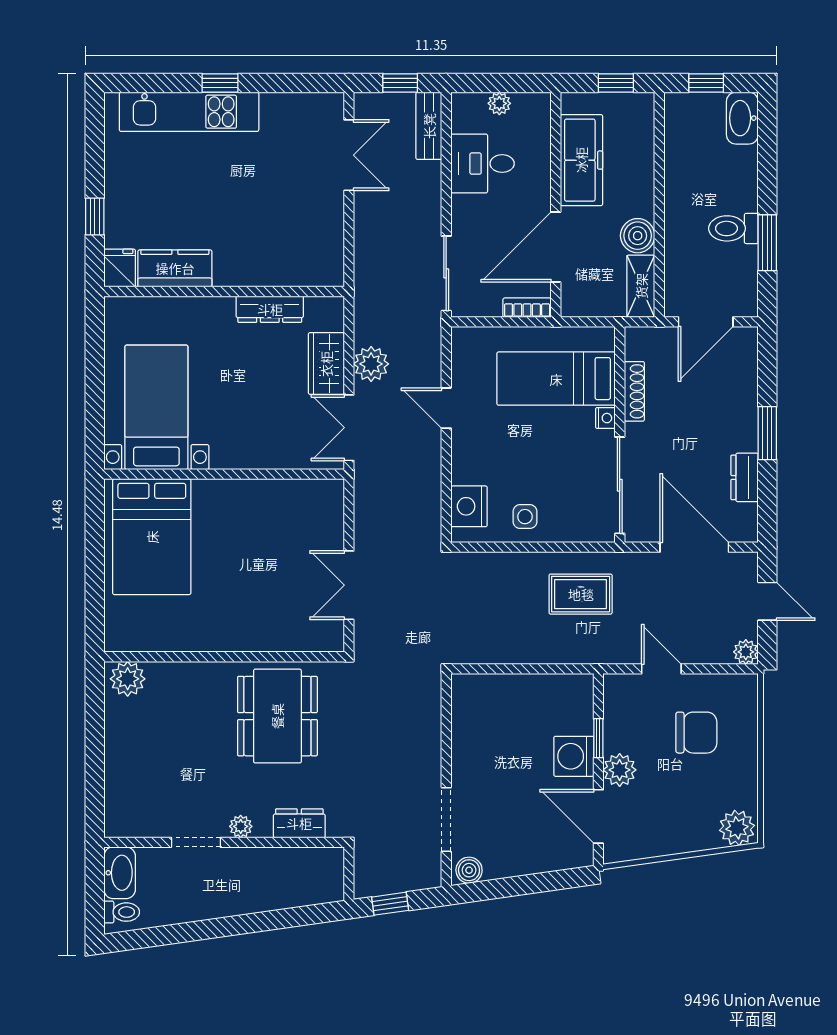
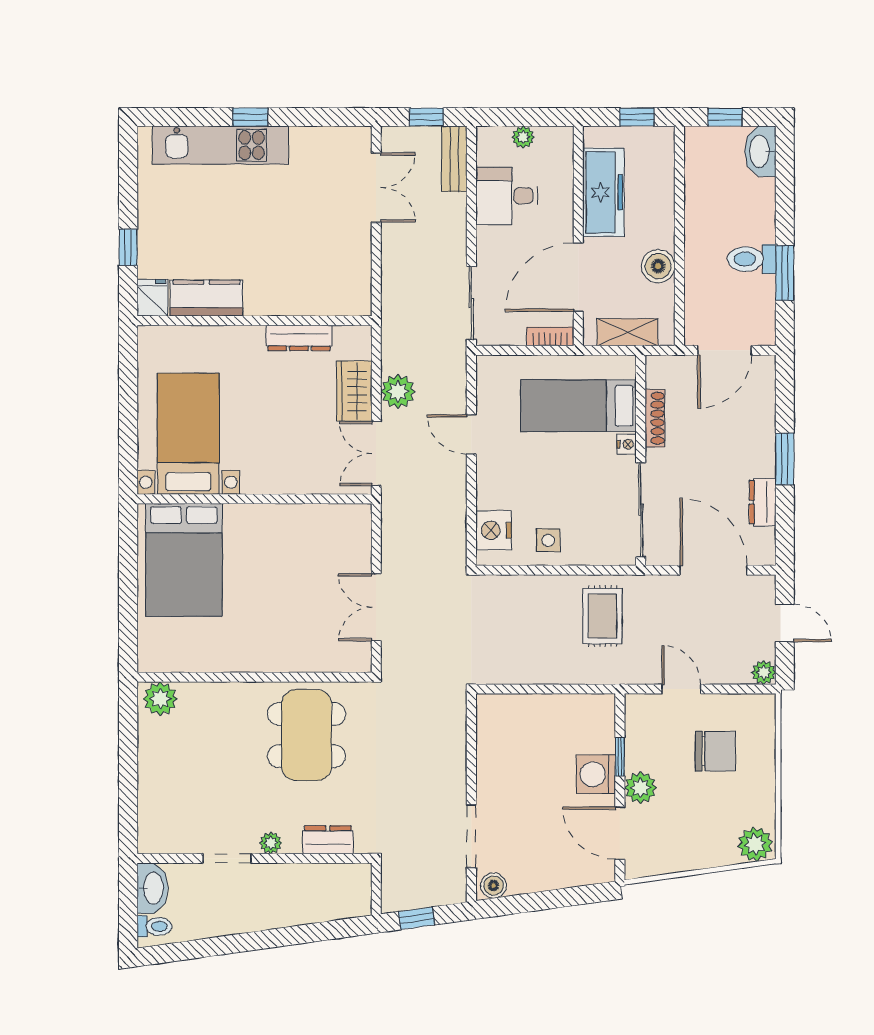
shelving: (641, 286) -> (627, 332), moved, turned 90
rug: (581, 594) -> (602, 616), turned 90

